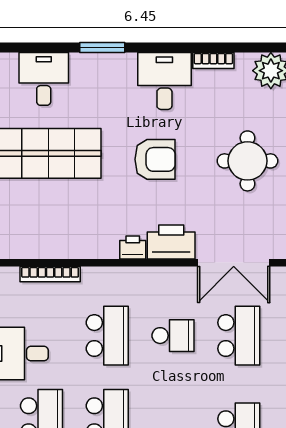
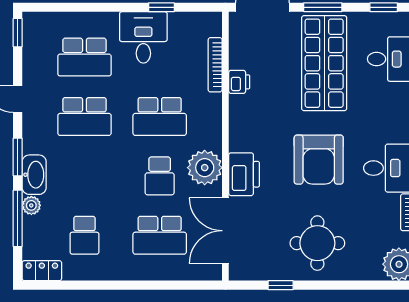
armchair: (155, 159) -> (319, 160), width x1.36, depth x1.36
printer: (133, 247) -> (239, 82), moved
plant: (164, 286) -> (205, 168), added

